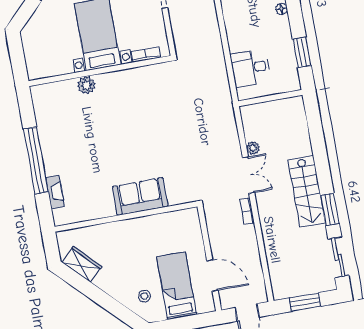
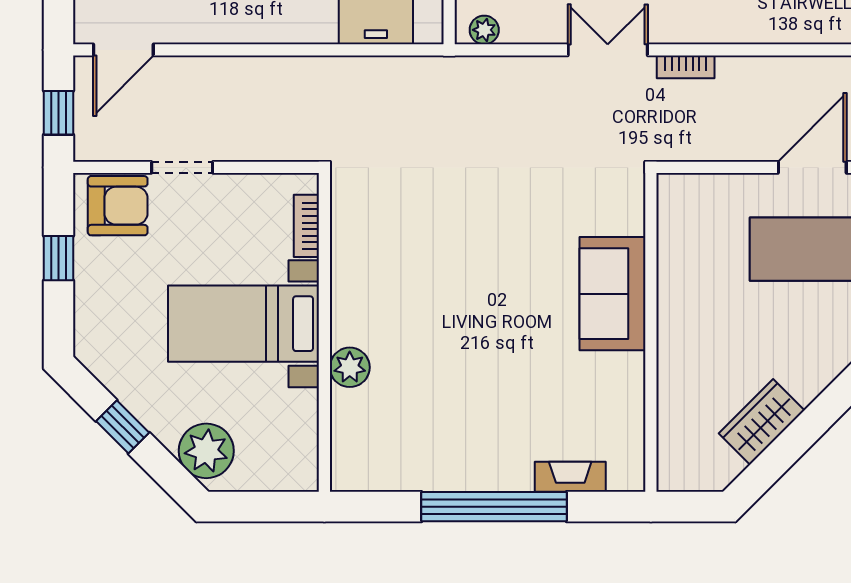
plant: (38, 28) -> (206, 451), added
plant: (253, 148) -> (484, 30), moved
wardrobe: (82, 264) -> (762, 422), moved
stool: (144, 296) -> (830, 323), removed

